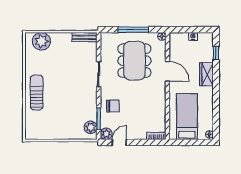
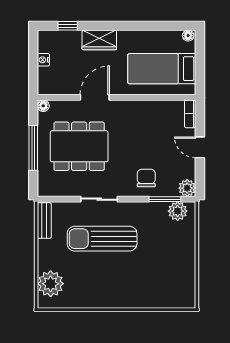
sun lounger: (37, 92) -> (102, 239), moved, width x1.36, depth x1.34
door: (119, 142) -> (200, 147), moved

